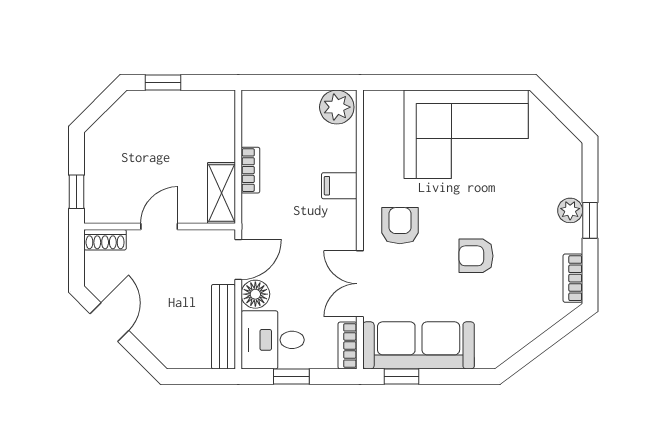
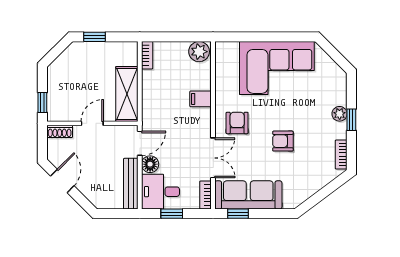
bookcase: (250, 170) -> (147, 55), moved
shelving: (221, 193) -> (127, 94), width x1.50, depth x1.33
double door: (360, 284) -> (213, 158), swing flipped

